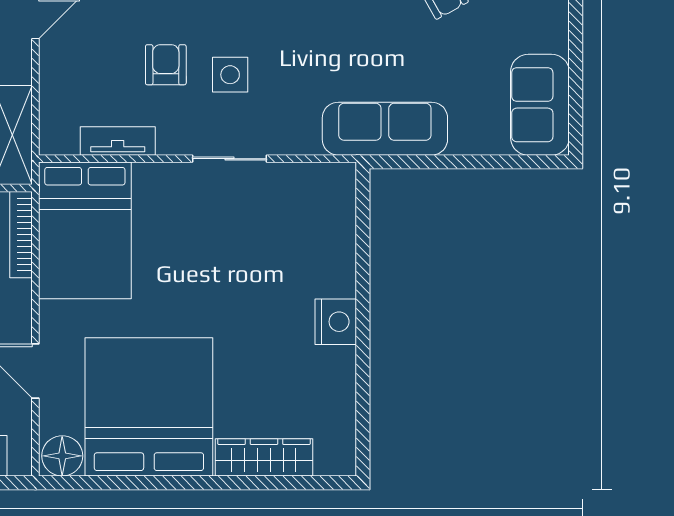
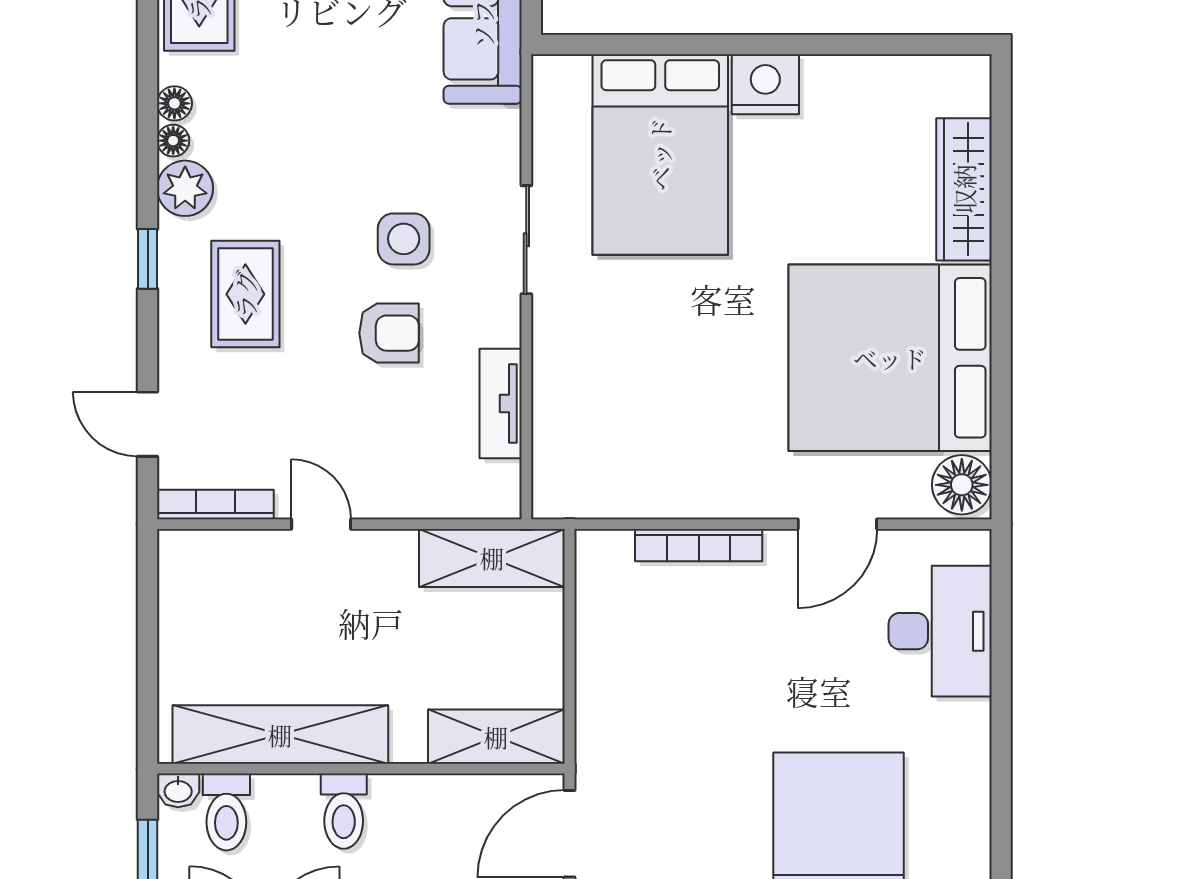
armchair: (166, 65) -> (389, 333), turned 180
bed: (85, 230) -> (660, 154), moved, turned 90
bookcase: (21, 235) -> (699, 545), moved

